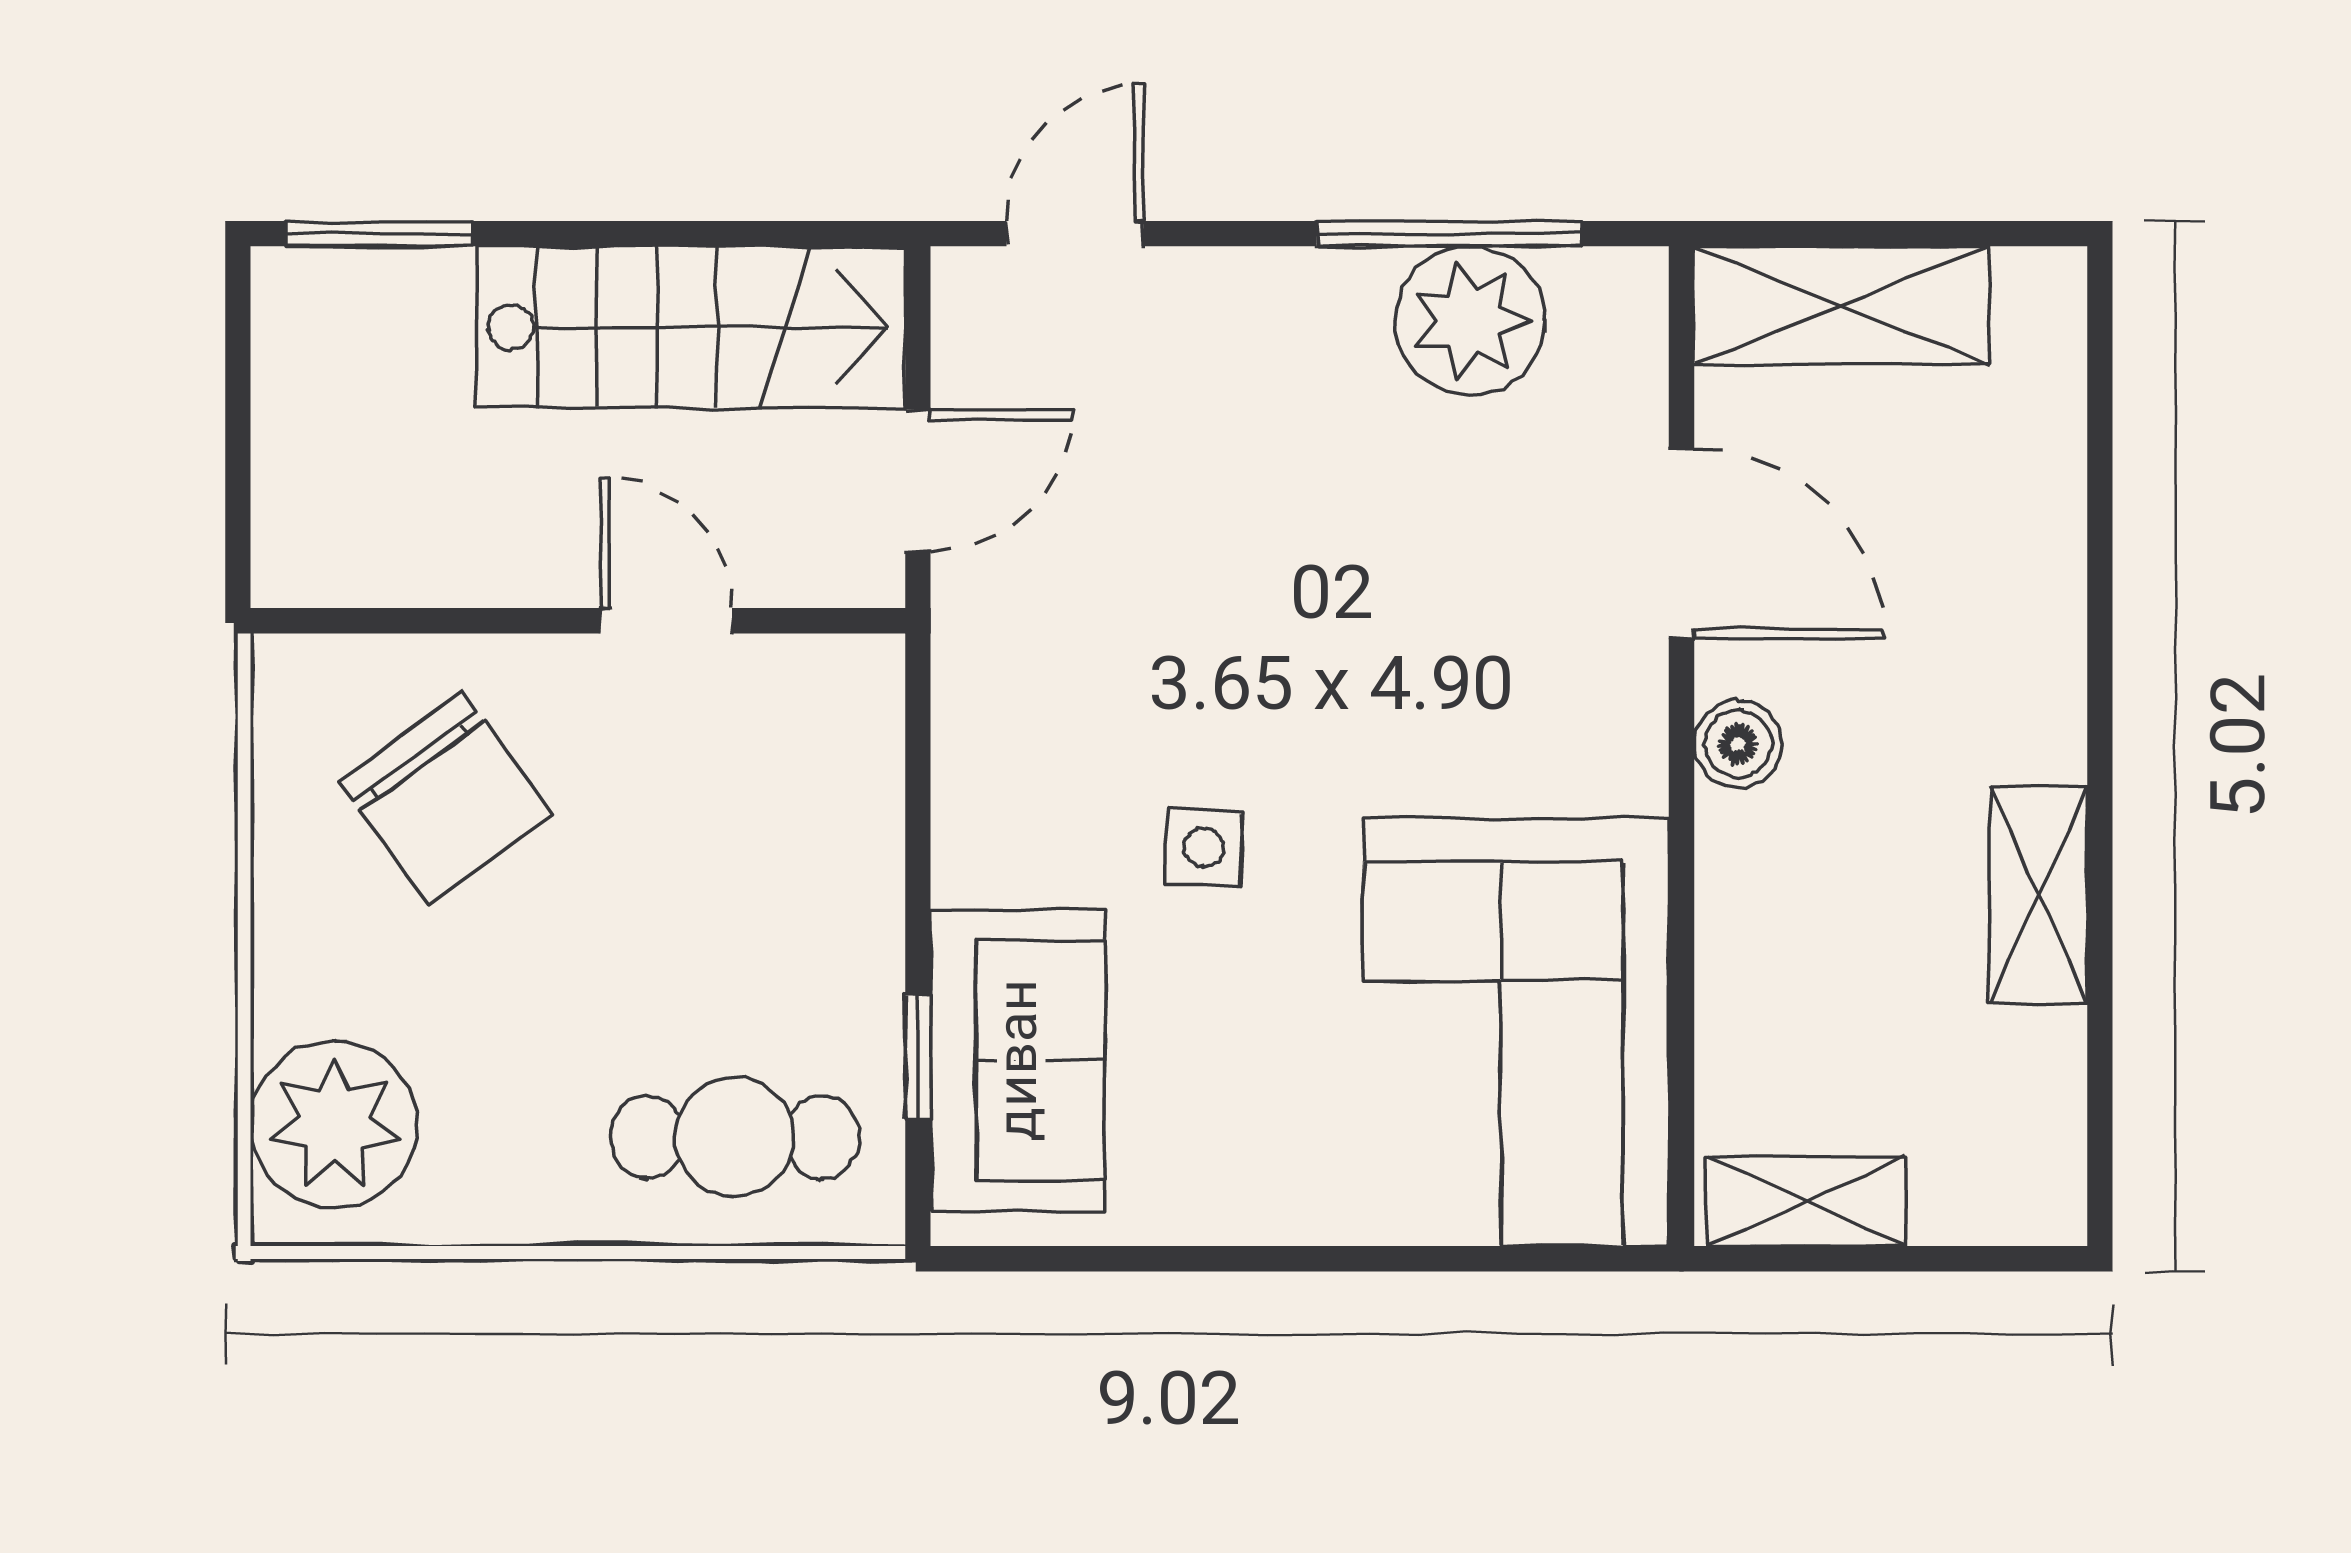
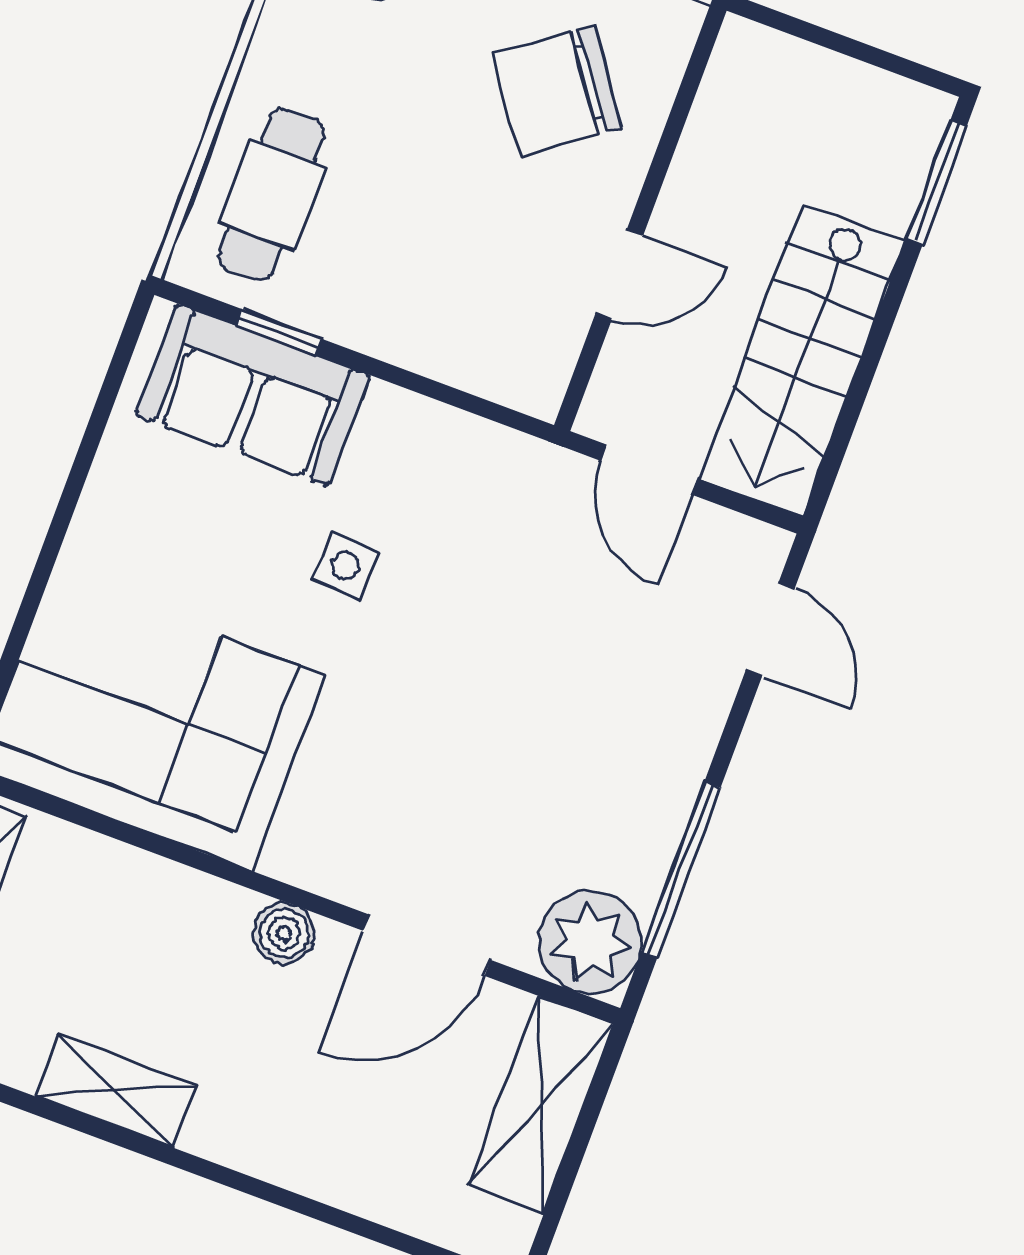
plant: (1470, 321) -> (590, 942), moved

